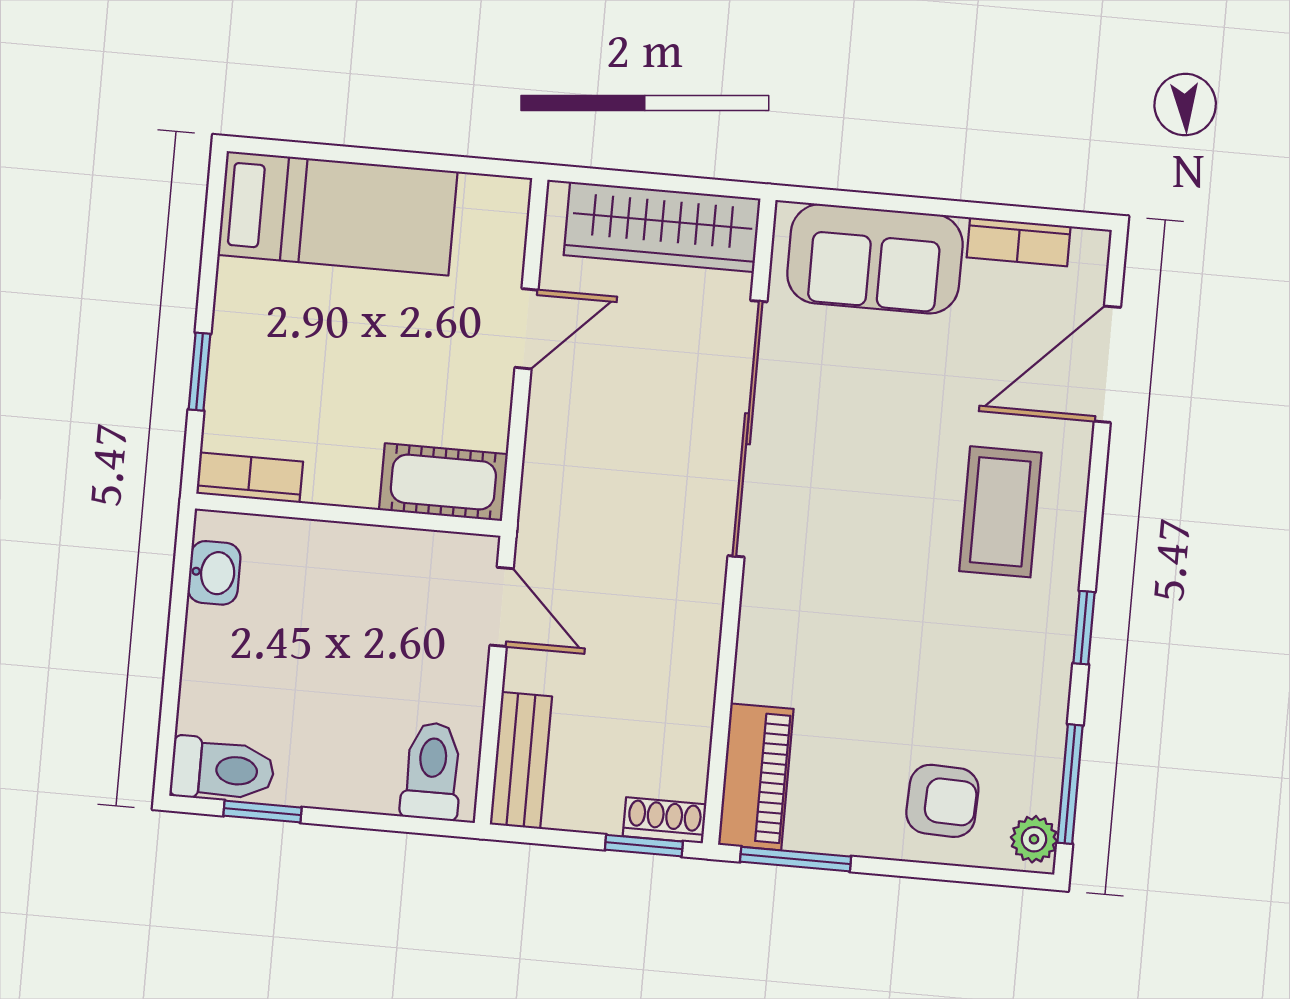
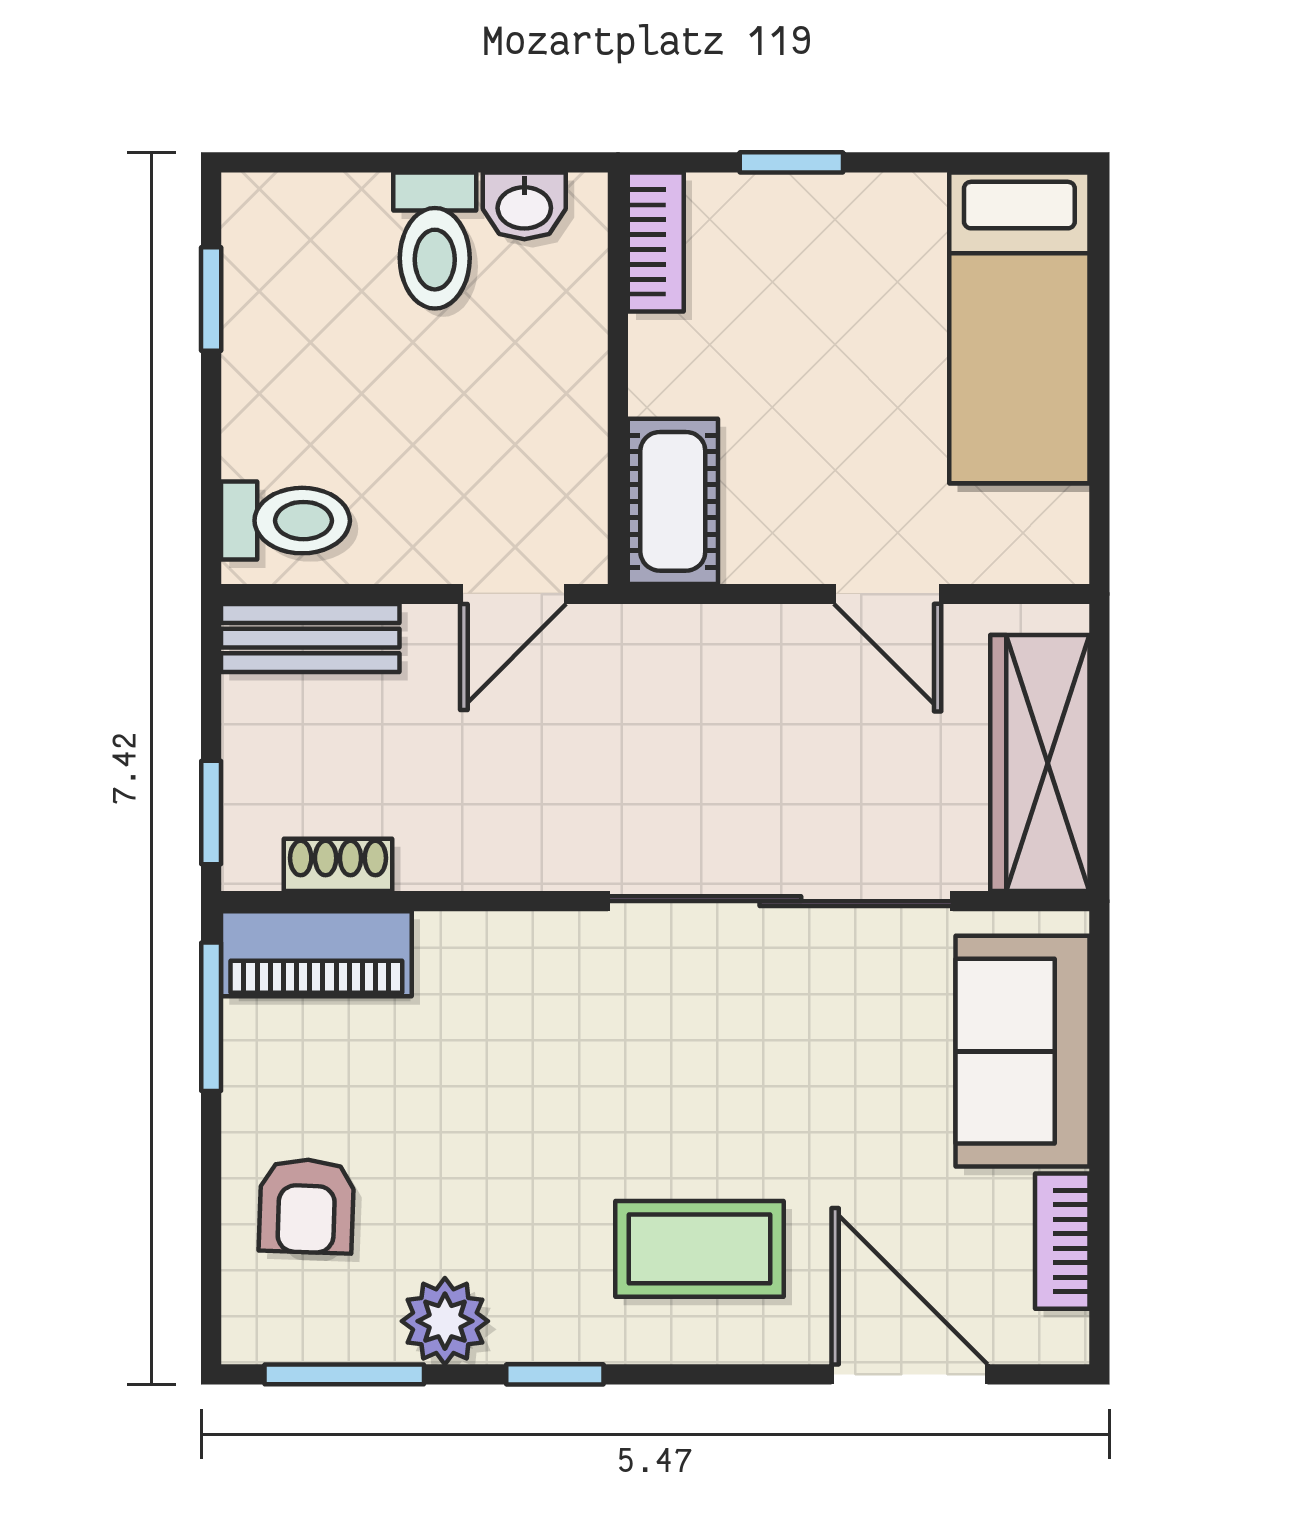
toilet: (222, 770) -> (435, 241), moved
shoe rack: (665, 820) -> (338, 865), moved, turned -90
plant: (1034, 839) -> (445, 1321), moved, width x1.38, depth x1.38

